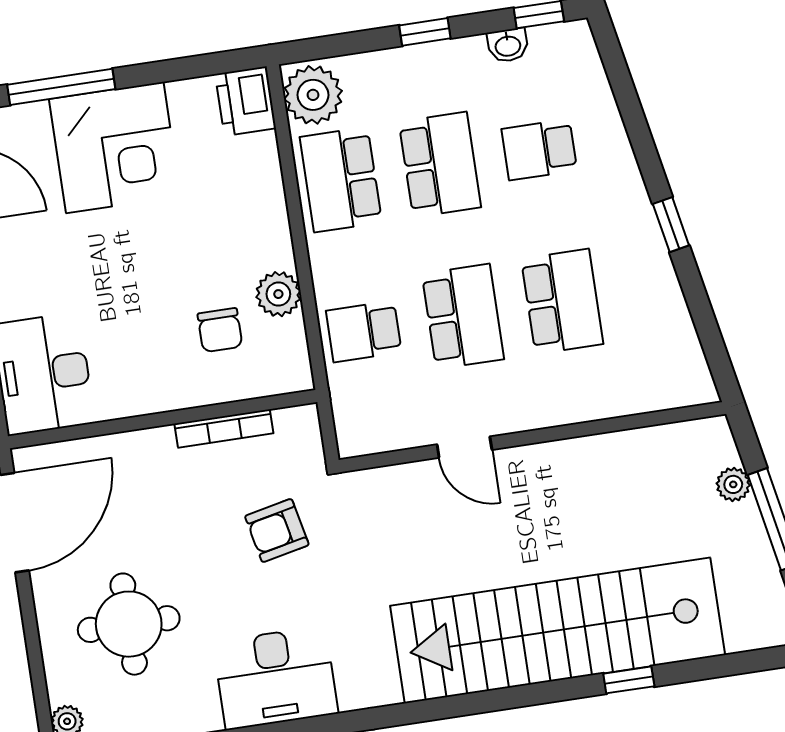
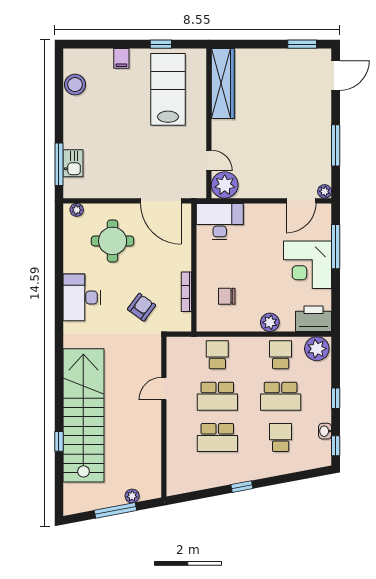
printer: (246, 101) -> (314, 319), width x1.37, depth x1.19
school desk: (341, 180) -> (281, 355), width x0.54
plant: (278, 294) -> (270, 322), moved
armchair: (277, 531) -> (141, 307), turned 48

